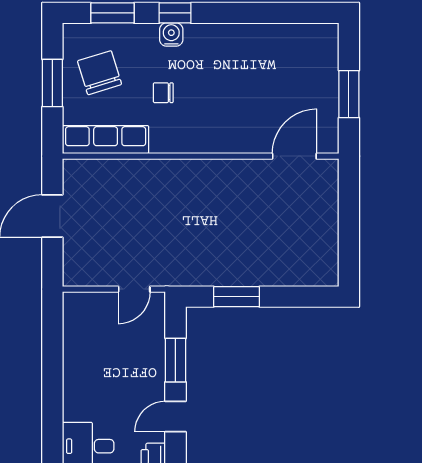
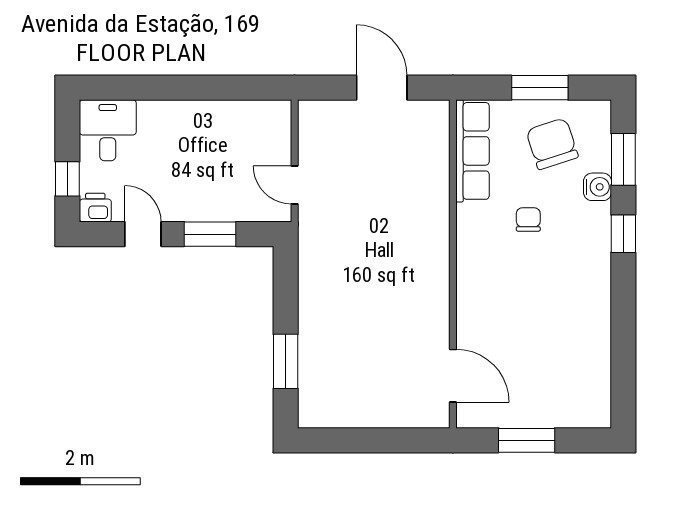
water cooler: (171, 35) -> (597, 187), moved
chair: (100, 73) -> (552, 144), turned -91
window: (237, 297) -> (286, 361), moved

